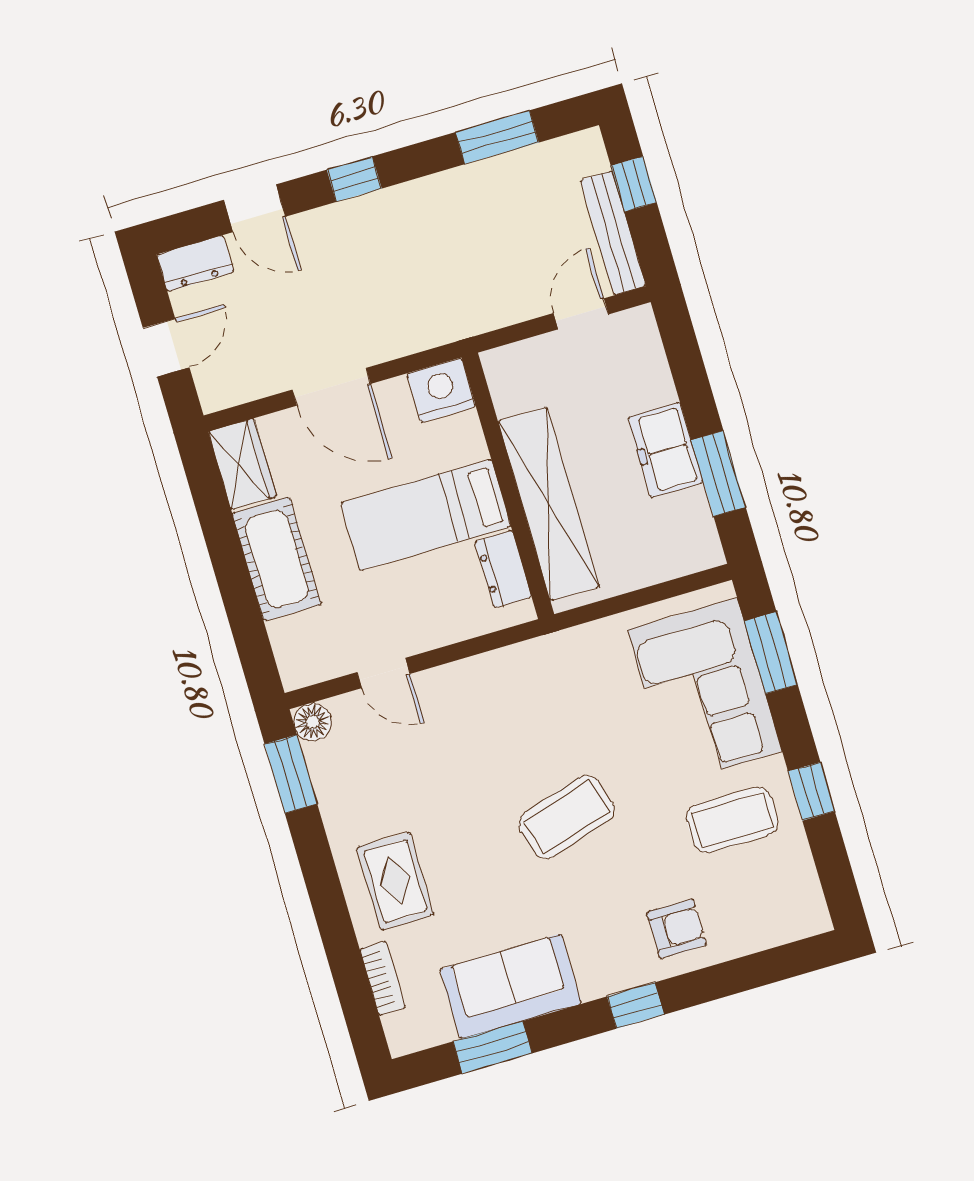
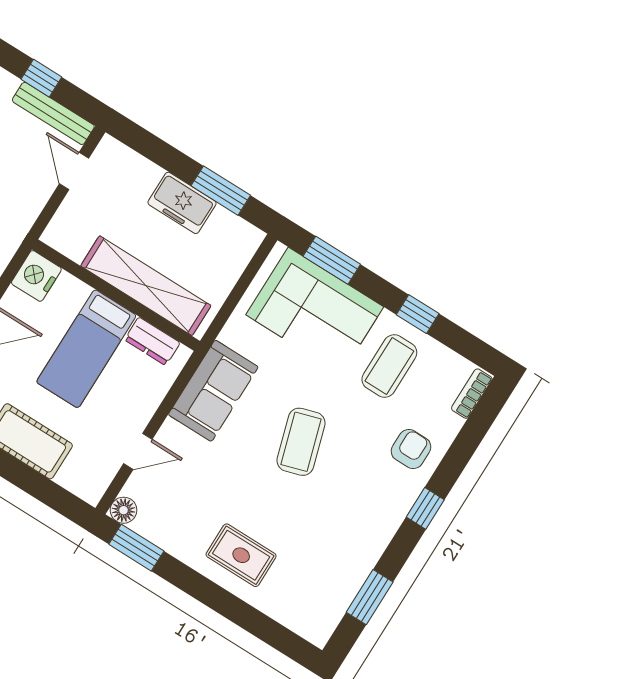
bookcase: (383, 978) -> (472, 394), moved, turned -90
sofa: (511, 986) -> (213, 391), moved, turned 180

